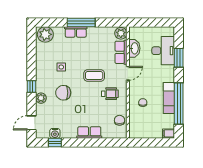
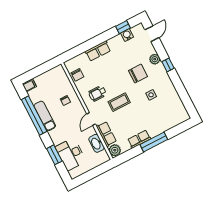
row of seats: (76, 32) -> (139, 139), moved
plant: (45, 34) -> (179, 116), removed

